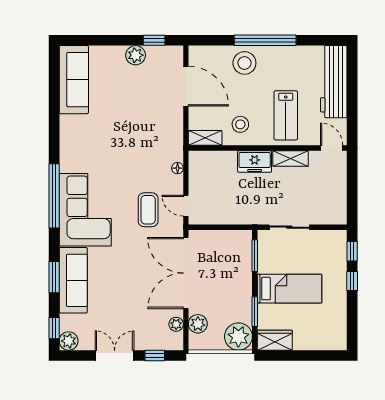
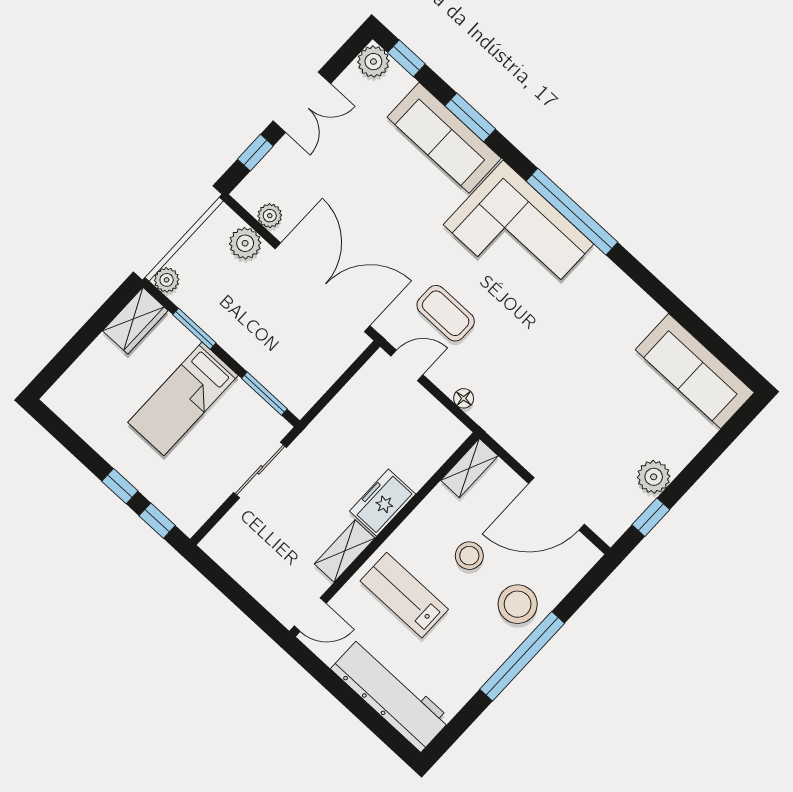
stool: (240, 124) -> (469, 556), moved
plant: (238, 337) -> (167, 280), width x0.53, depth x0.53

